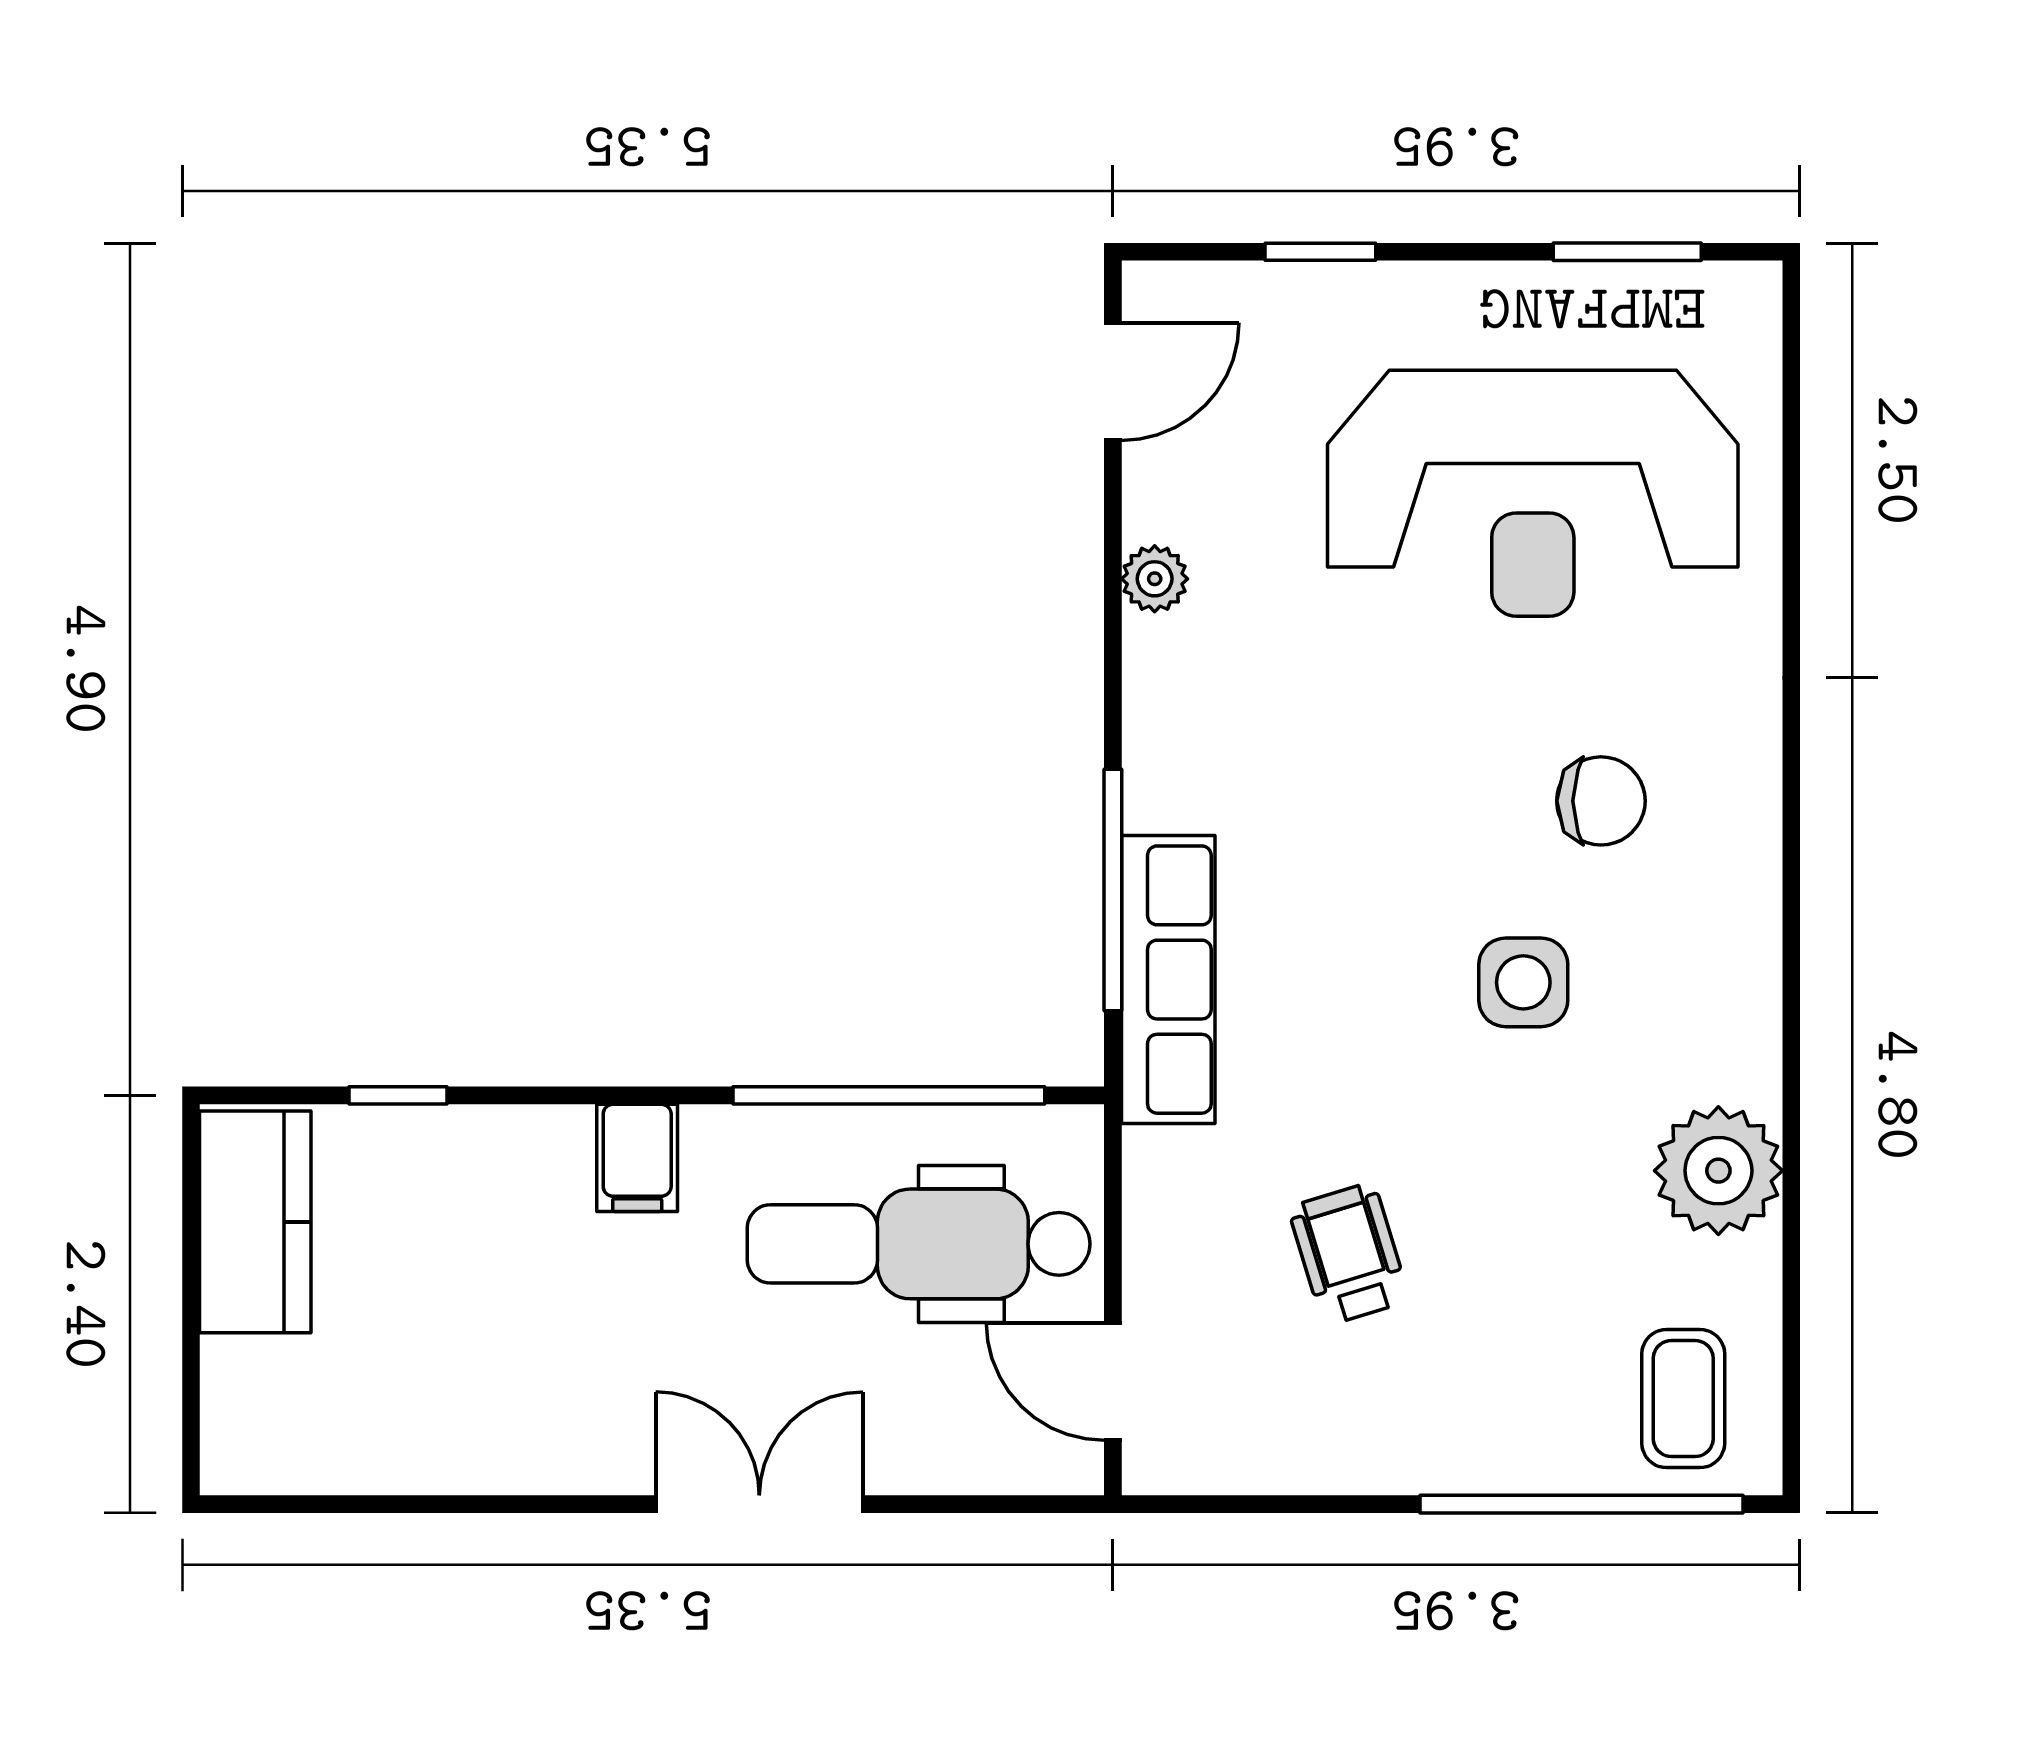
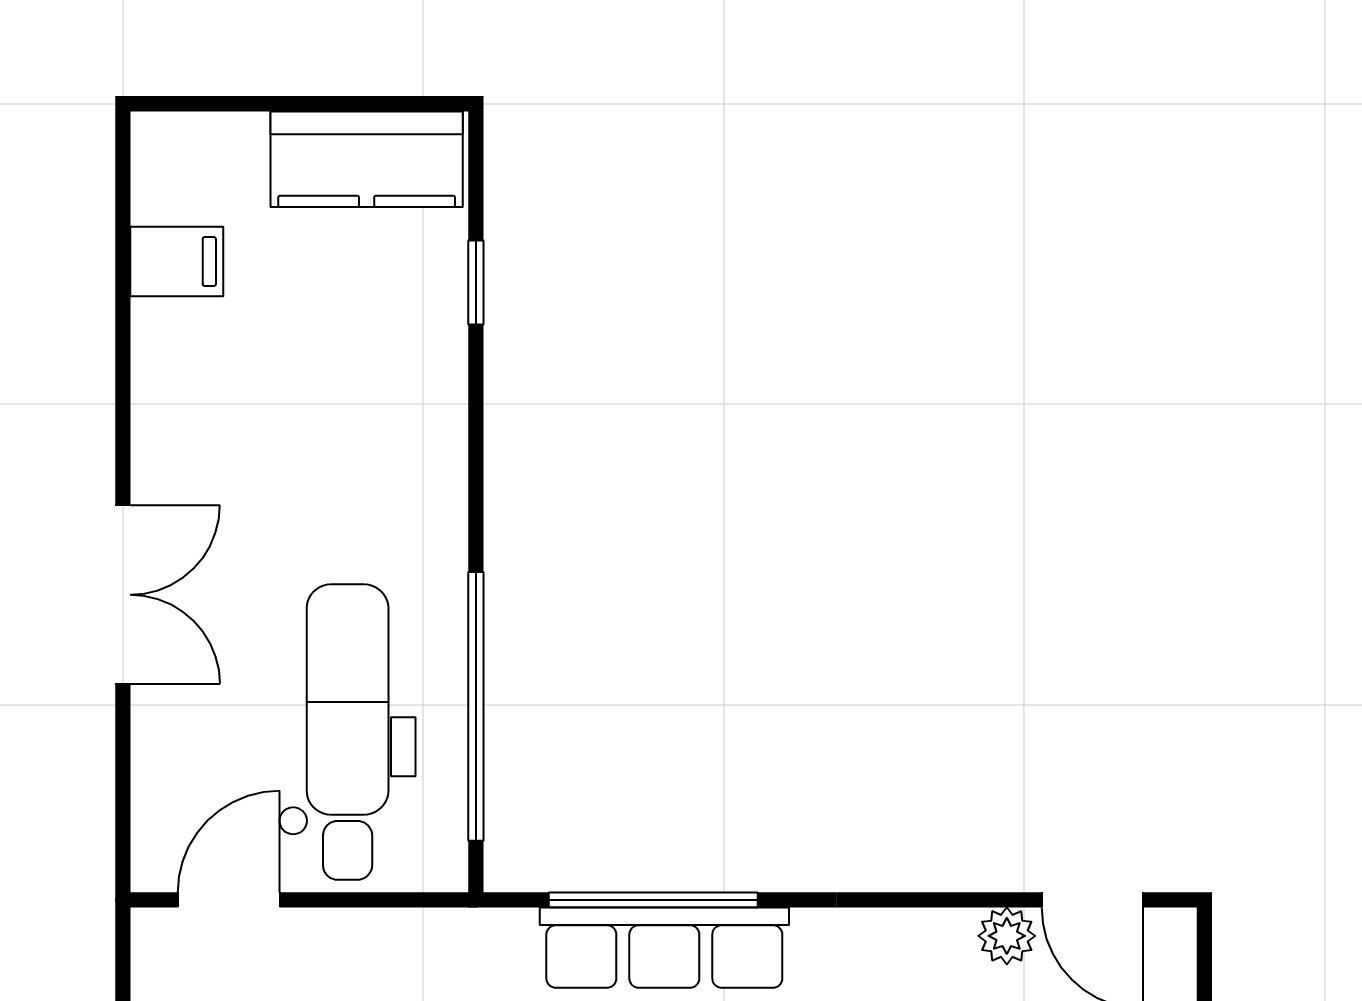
plant: (1155, 579) -> (1007, 936), moved
row of seats: (1168, 980) -> (664, 948), moved
filing cabinet: (637, 1158) -> (177, 262), moved, turned 180

